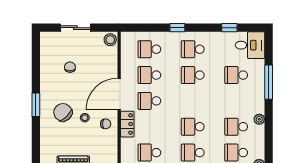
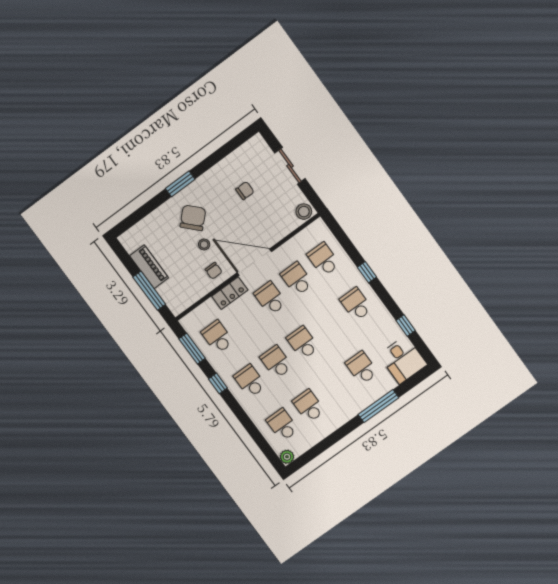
school desk: (193, 75) -> (303, 343), moved
plant: (259, 119) -> (333, 424), removed

